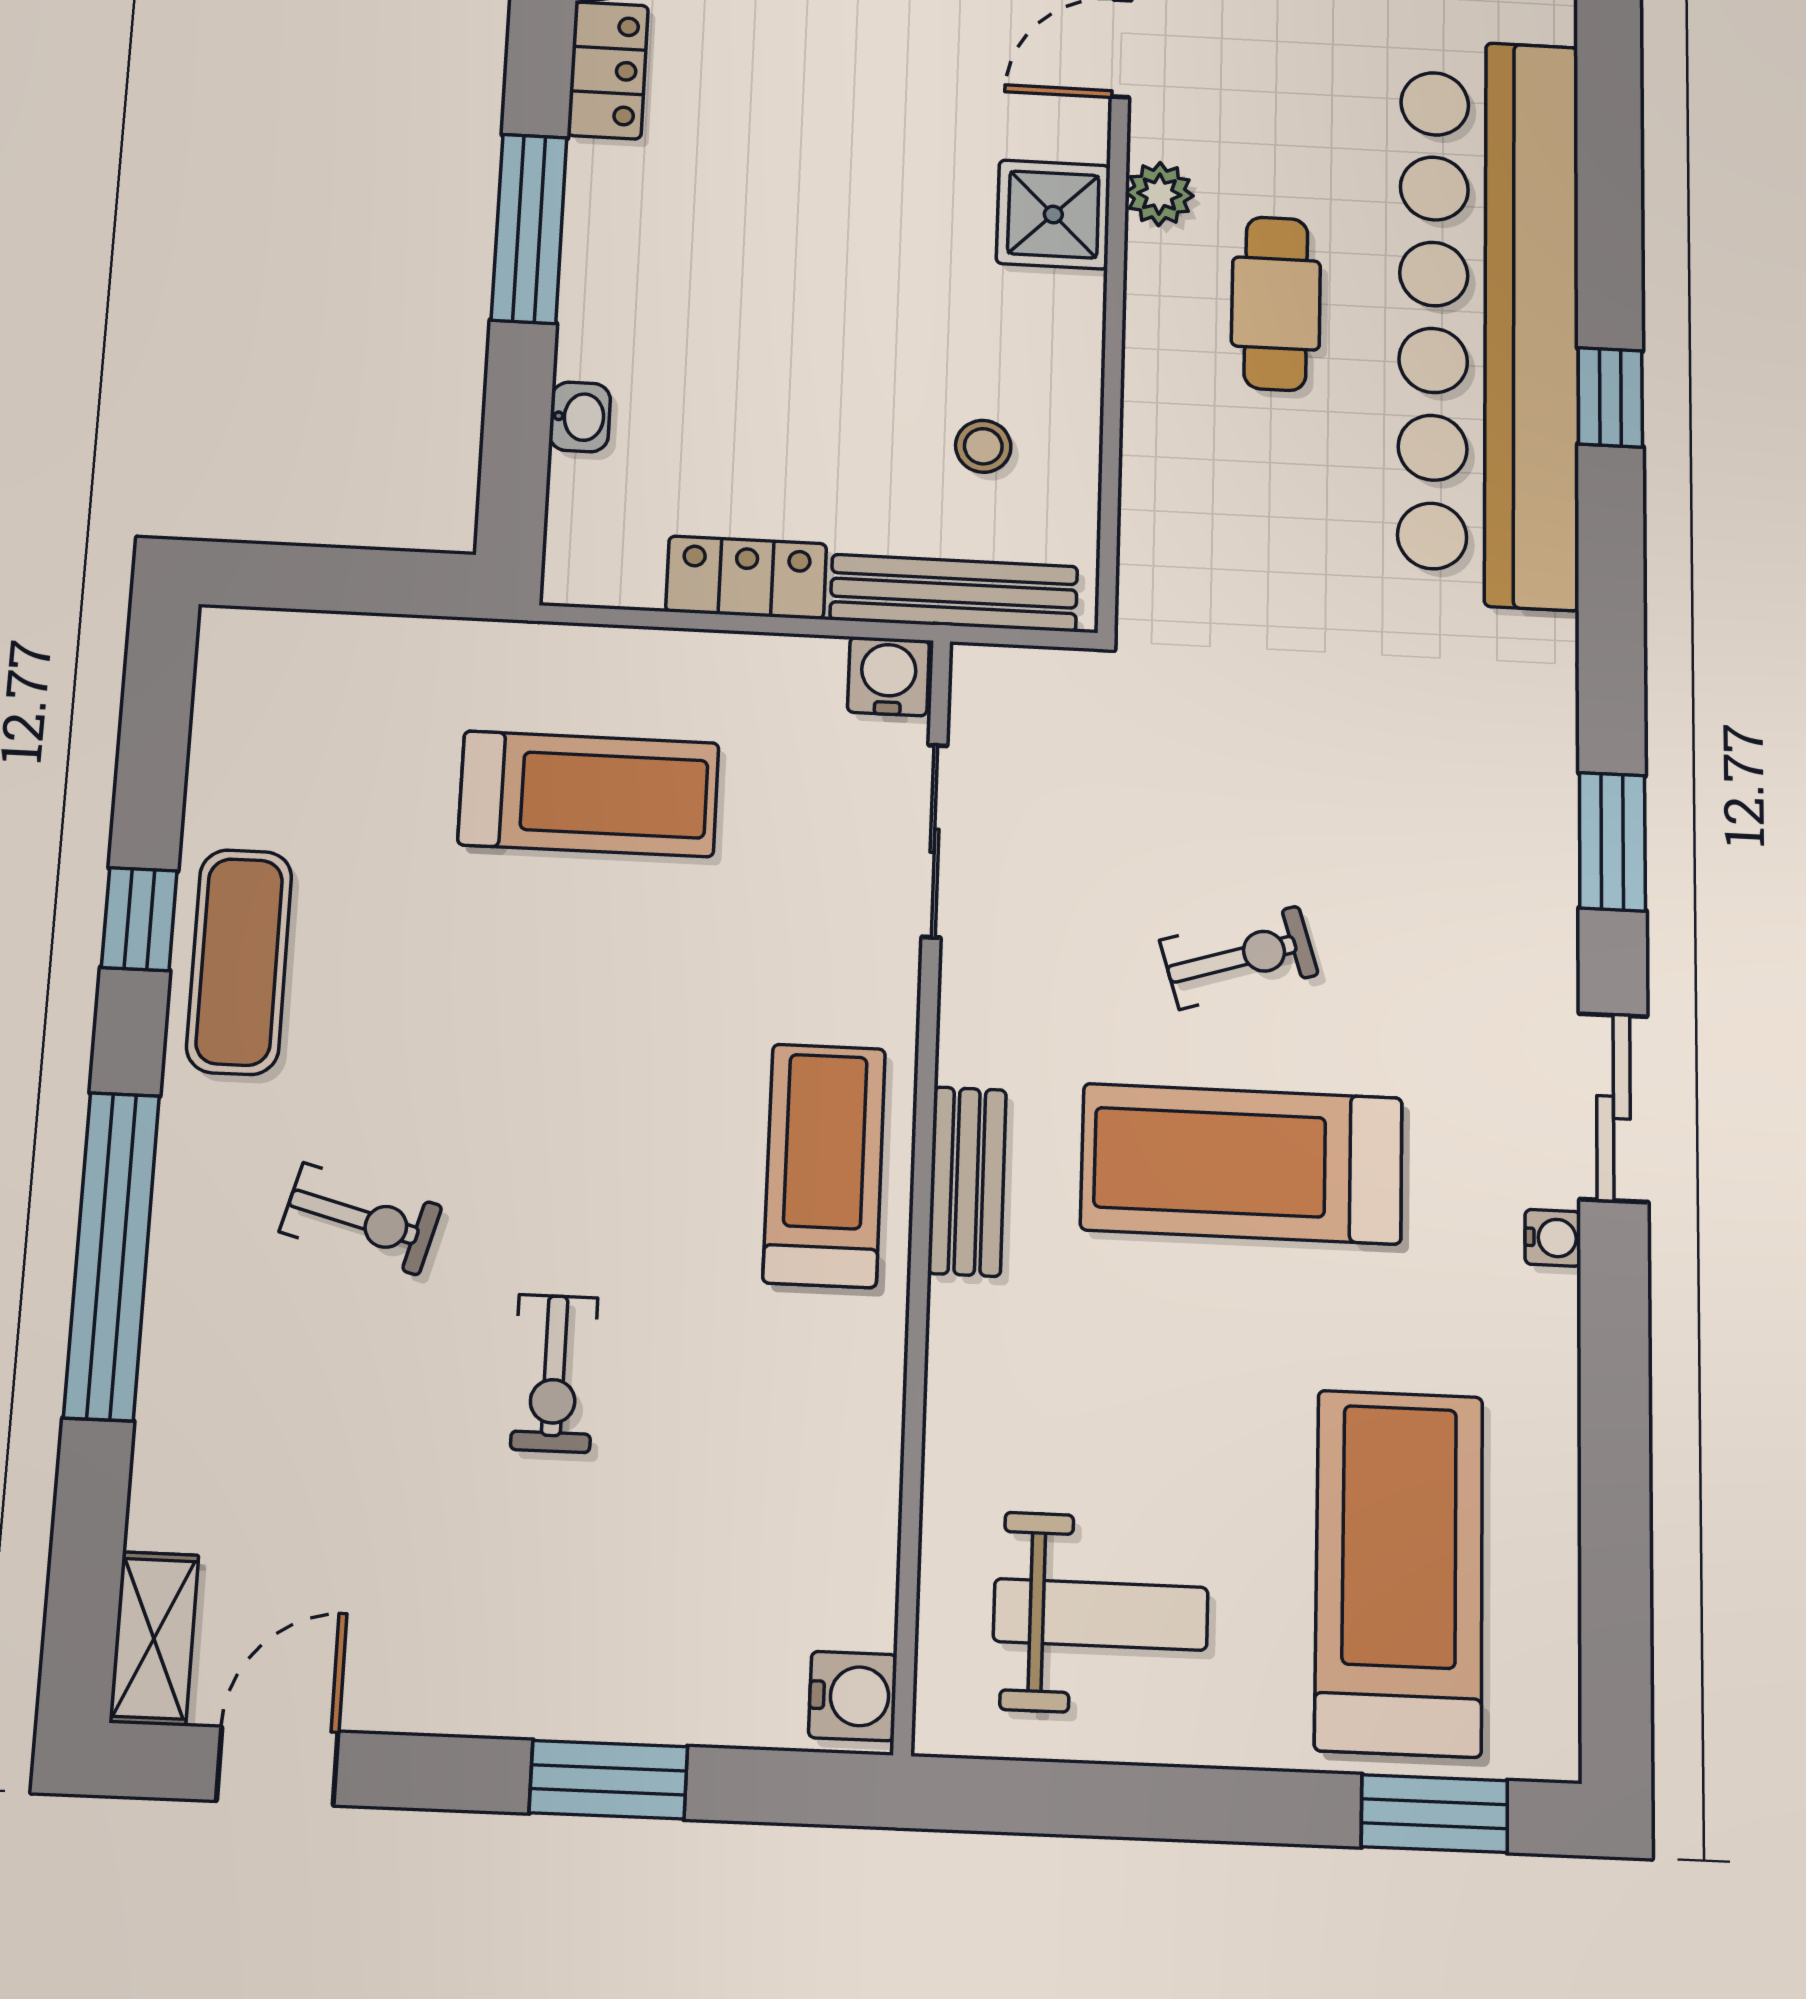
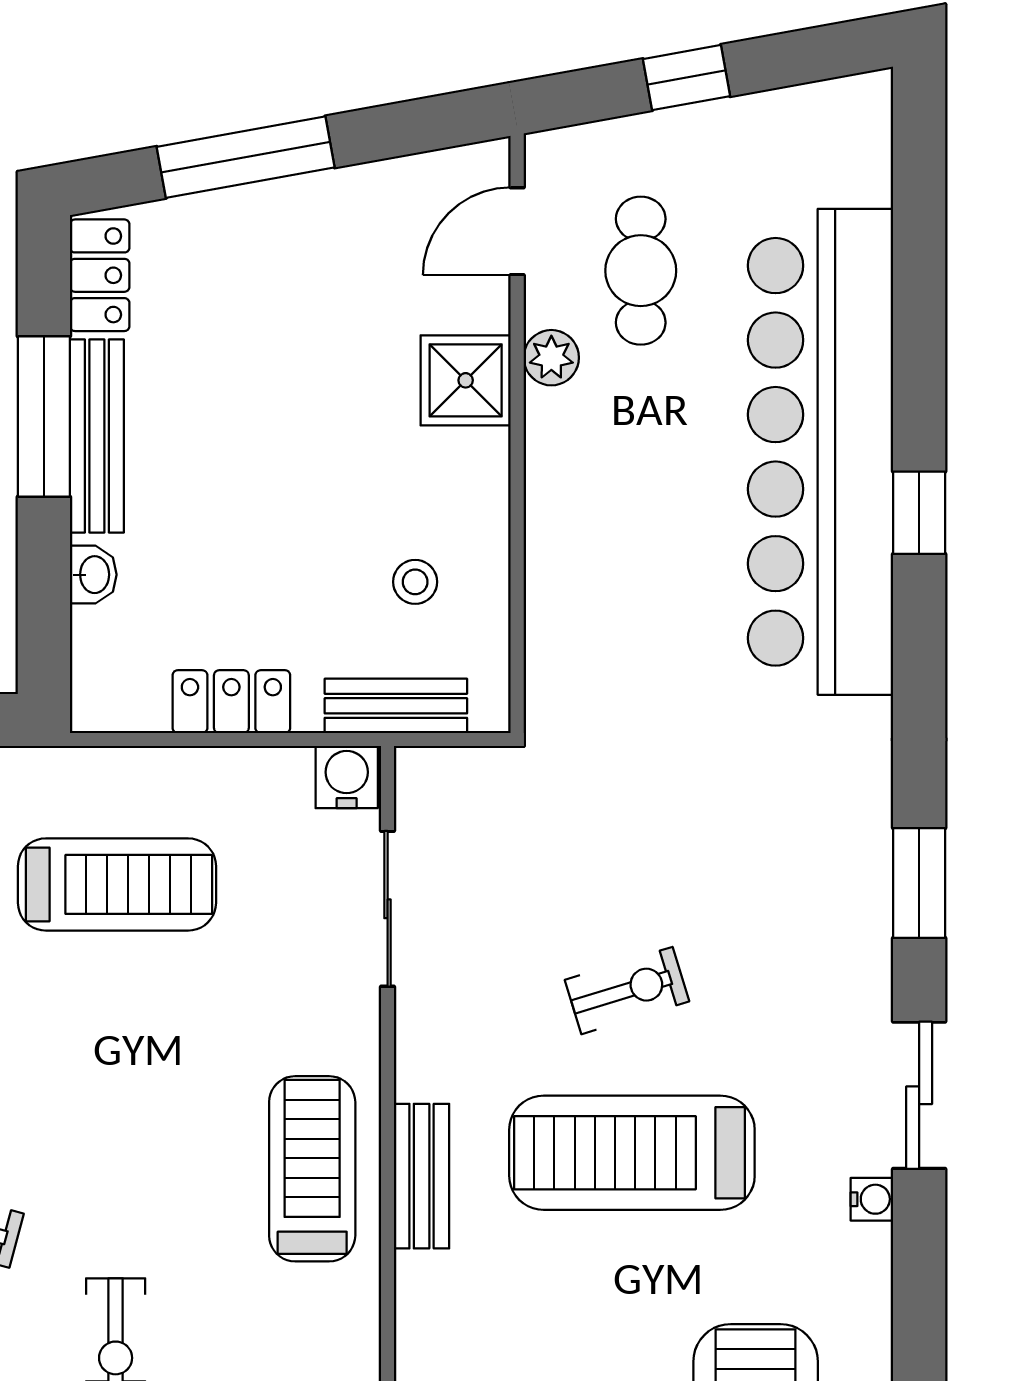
bench: (594, 255) -> (97, 436), added
cafe table: (1276, 303) -> (641, 271), moved
bench: (954, 593) -> (396, 706), width x0.73

